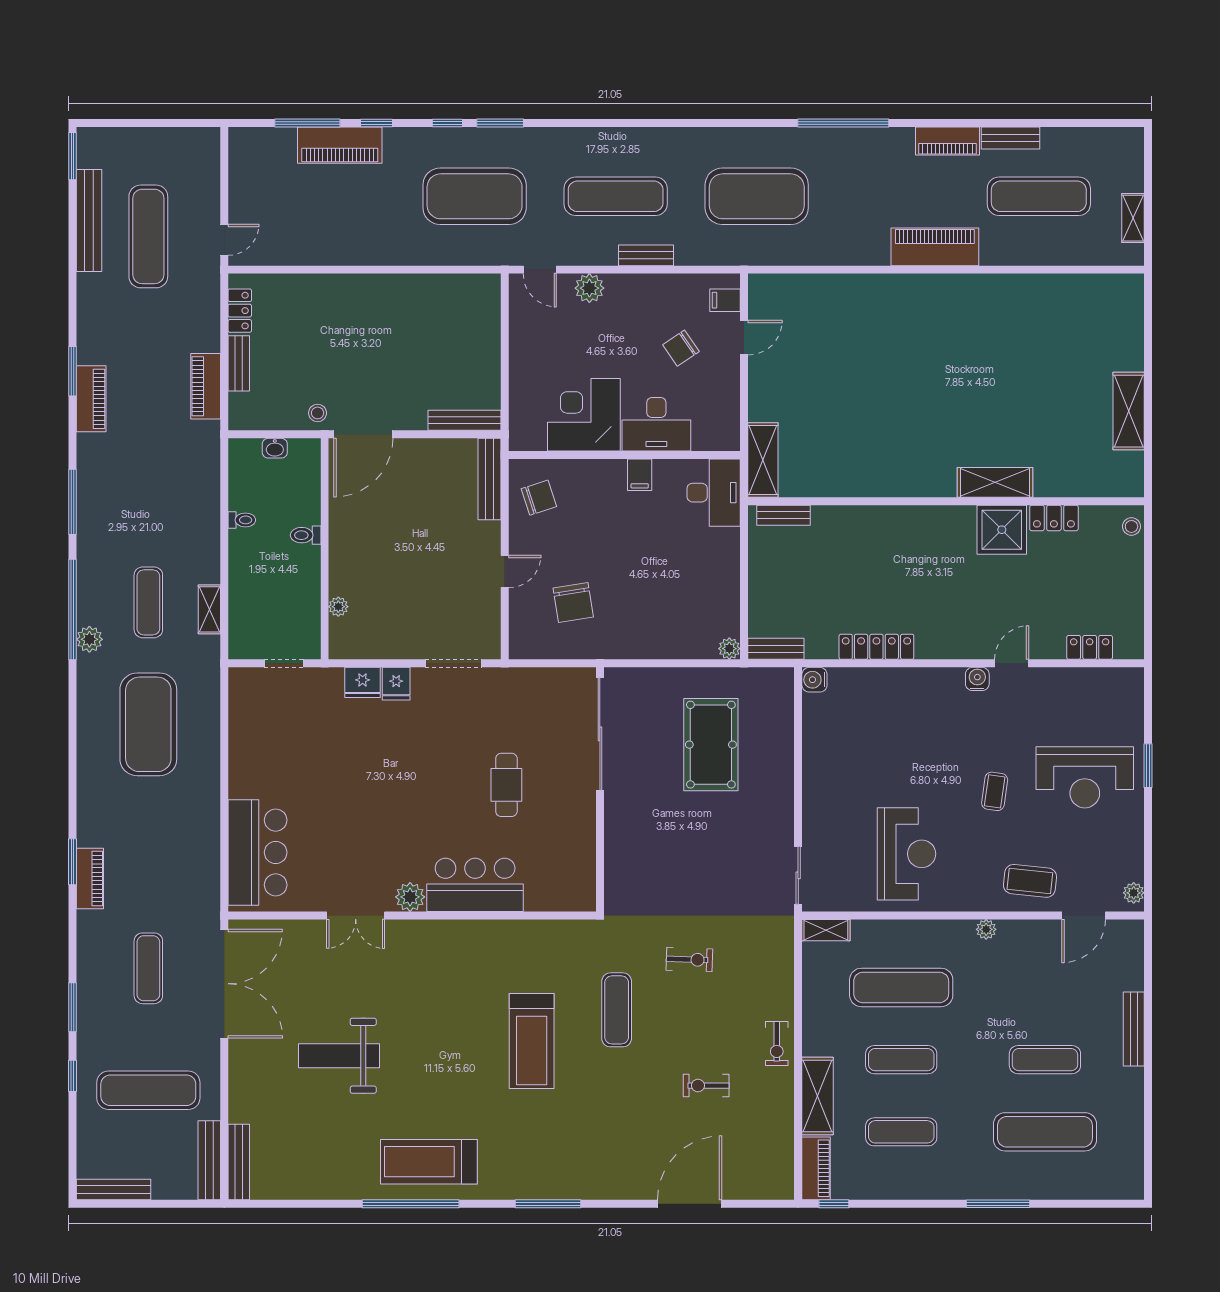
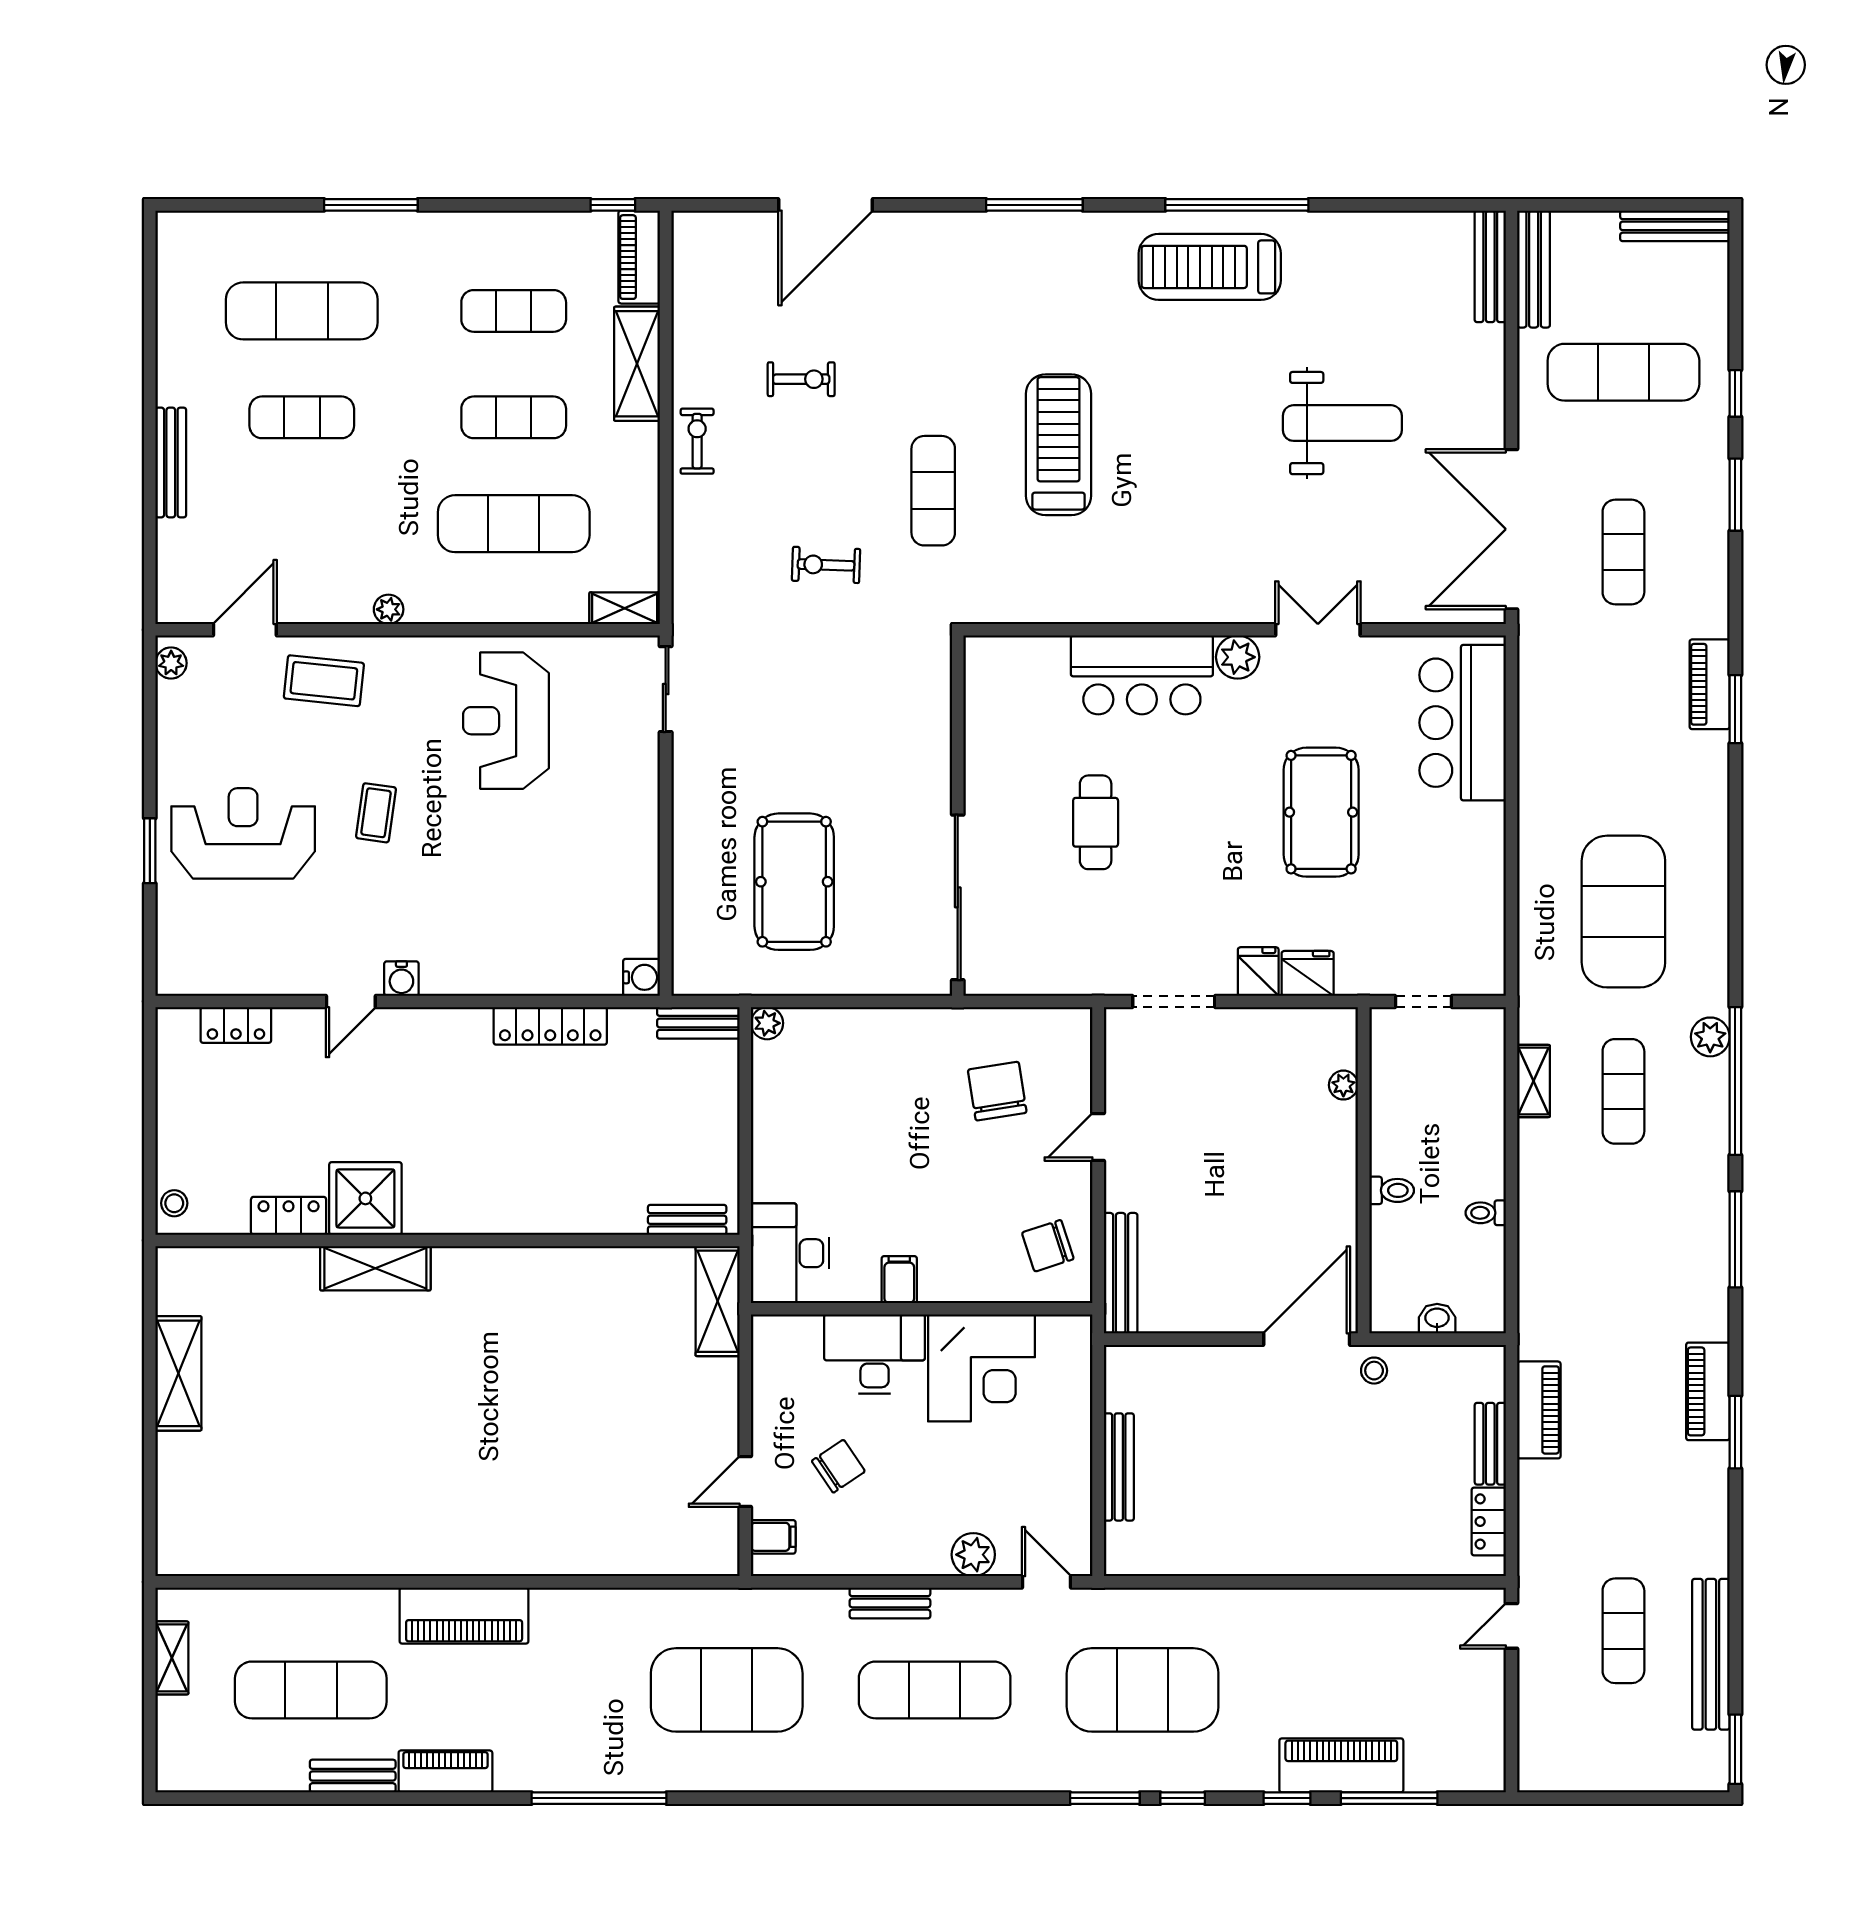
exercise mat: (148, 236) -> (1623, 1631), width x0.73, depth x0.69
bench: (464, 420) -> (1119, 1467), moved, turned 90
pool table: (353, 792) -> (1321, 812), added
treadmill: (429, 1162) -> (1210, 267), turned 180

